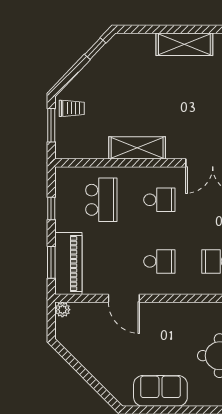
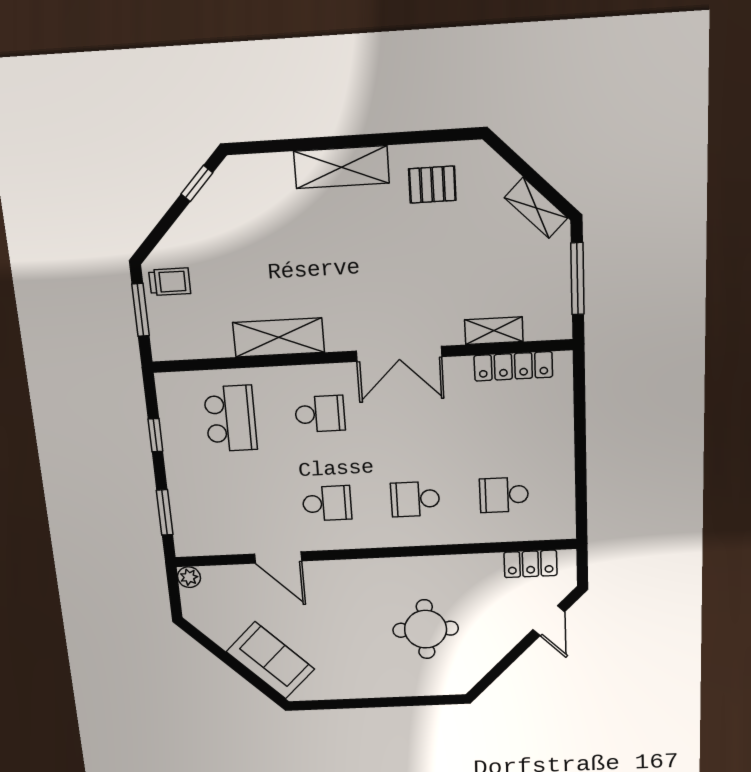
piano: (68, 264) -> (190, 513), removed
sofa: (160, 391) -> (270, 660), moved, turned 45

